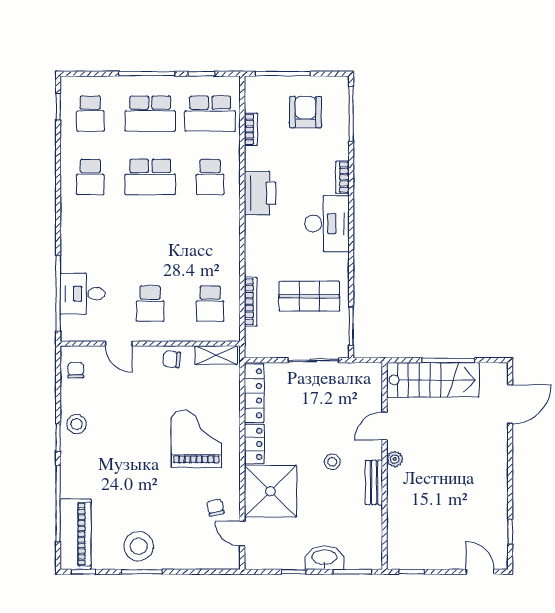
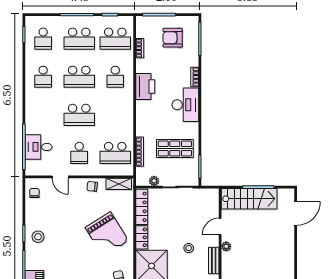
armchair: (305, 112) -> (173, 38), turned -90
school desk: (150, 240) -> (79, 115), added
school desk: (210, 304) -> (115, 153), width x1.85
plant: (275, 350) -> (154, 181), added
stool: (77, 424) -> (38, 237), moved
grand piano: (196, 439) -> (107, 234), turned 148

